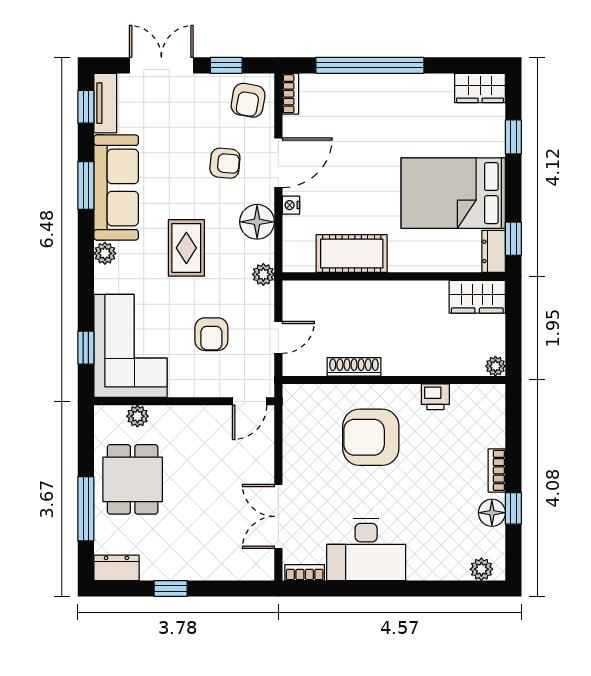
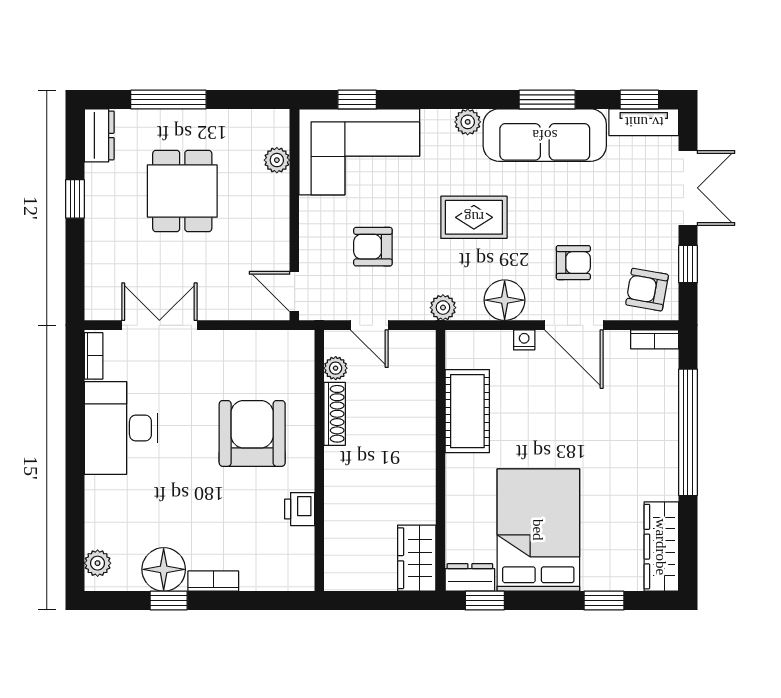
wardrobe: (480, 88) -> (661, 547), width x1.50
armchair: (225, 163) -> (573, 263), turned -95
plant: (495, 366) -> (336, 368), moved
dining table: (133, 479) -> (182, 191), moved, turned 90
floor lamp: (492, 513) -> (164, 569), width x1.38, depth x1.38

